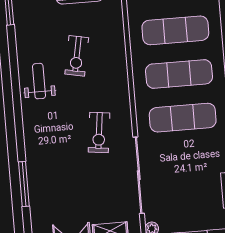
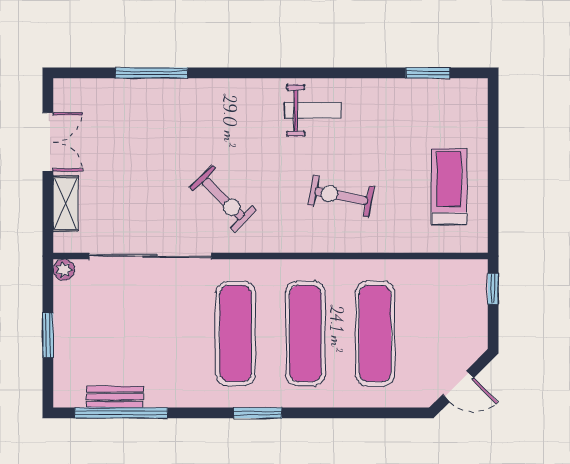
exercise bike: (77, 56) -> (341, 196), moved
exercise bike: (99, 132) -> (223, 199), turned -142

